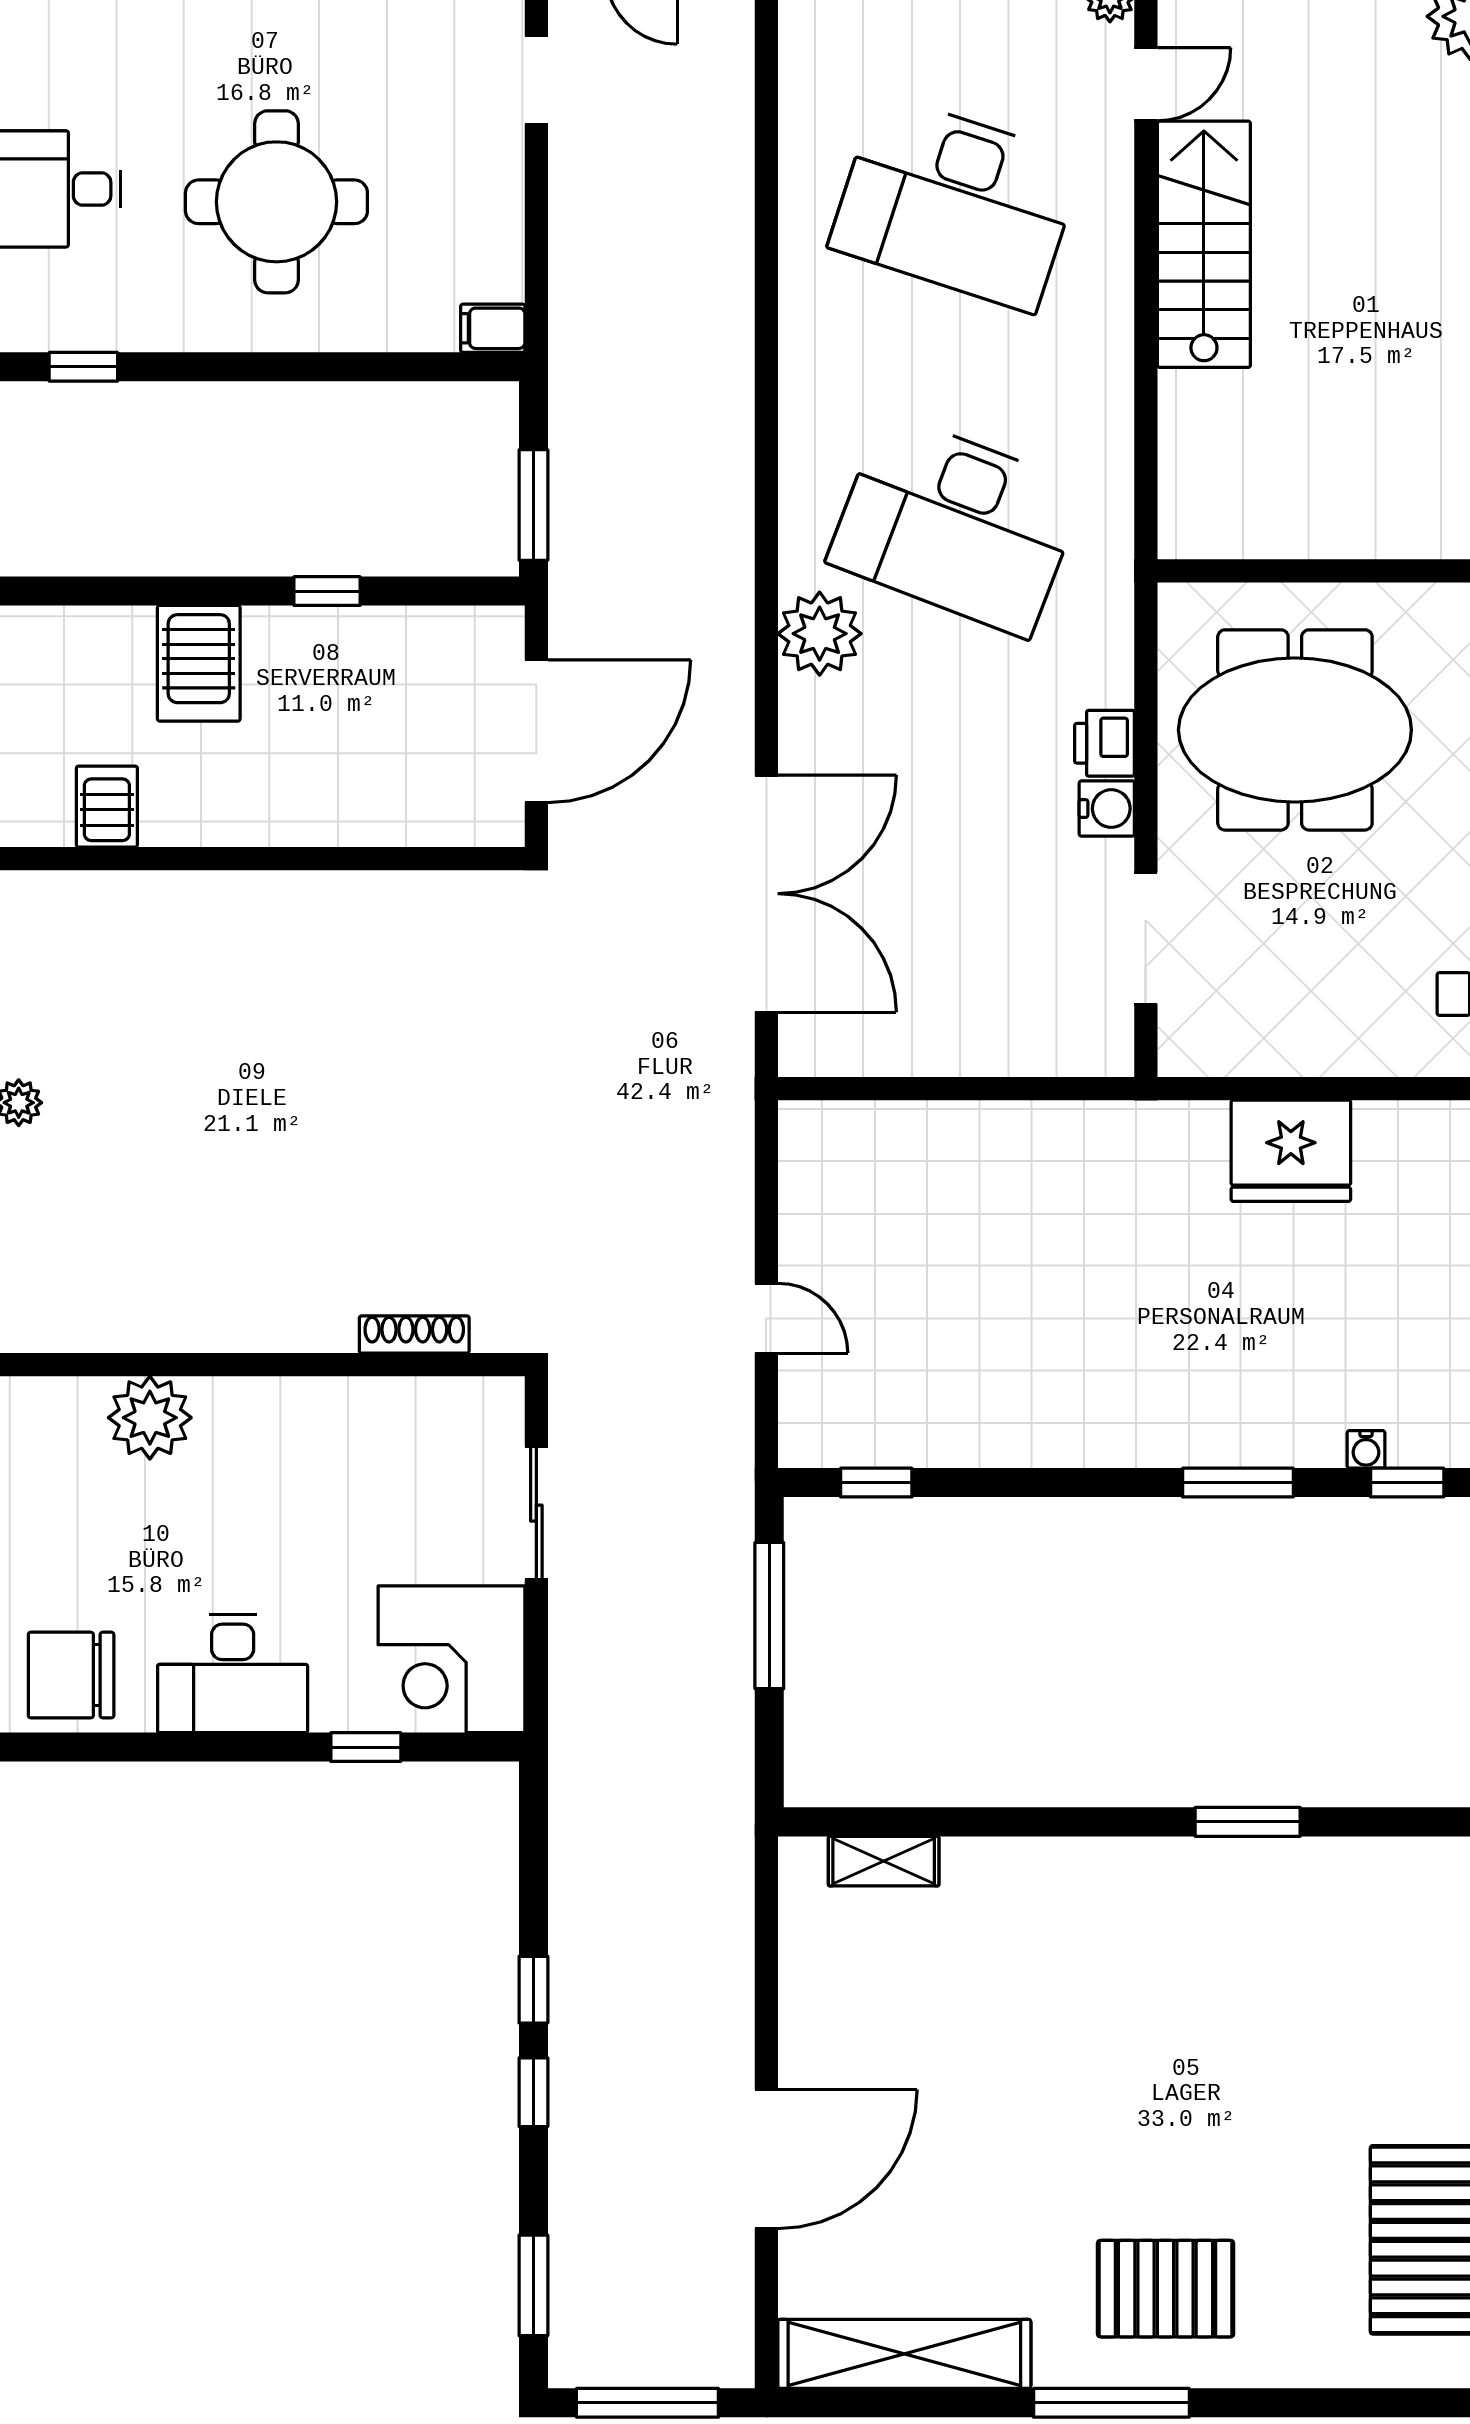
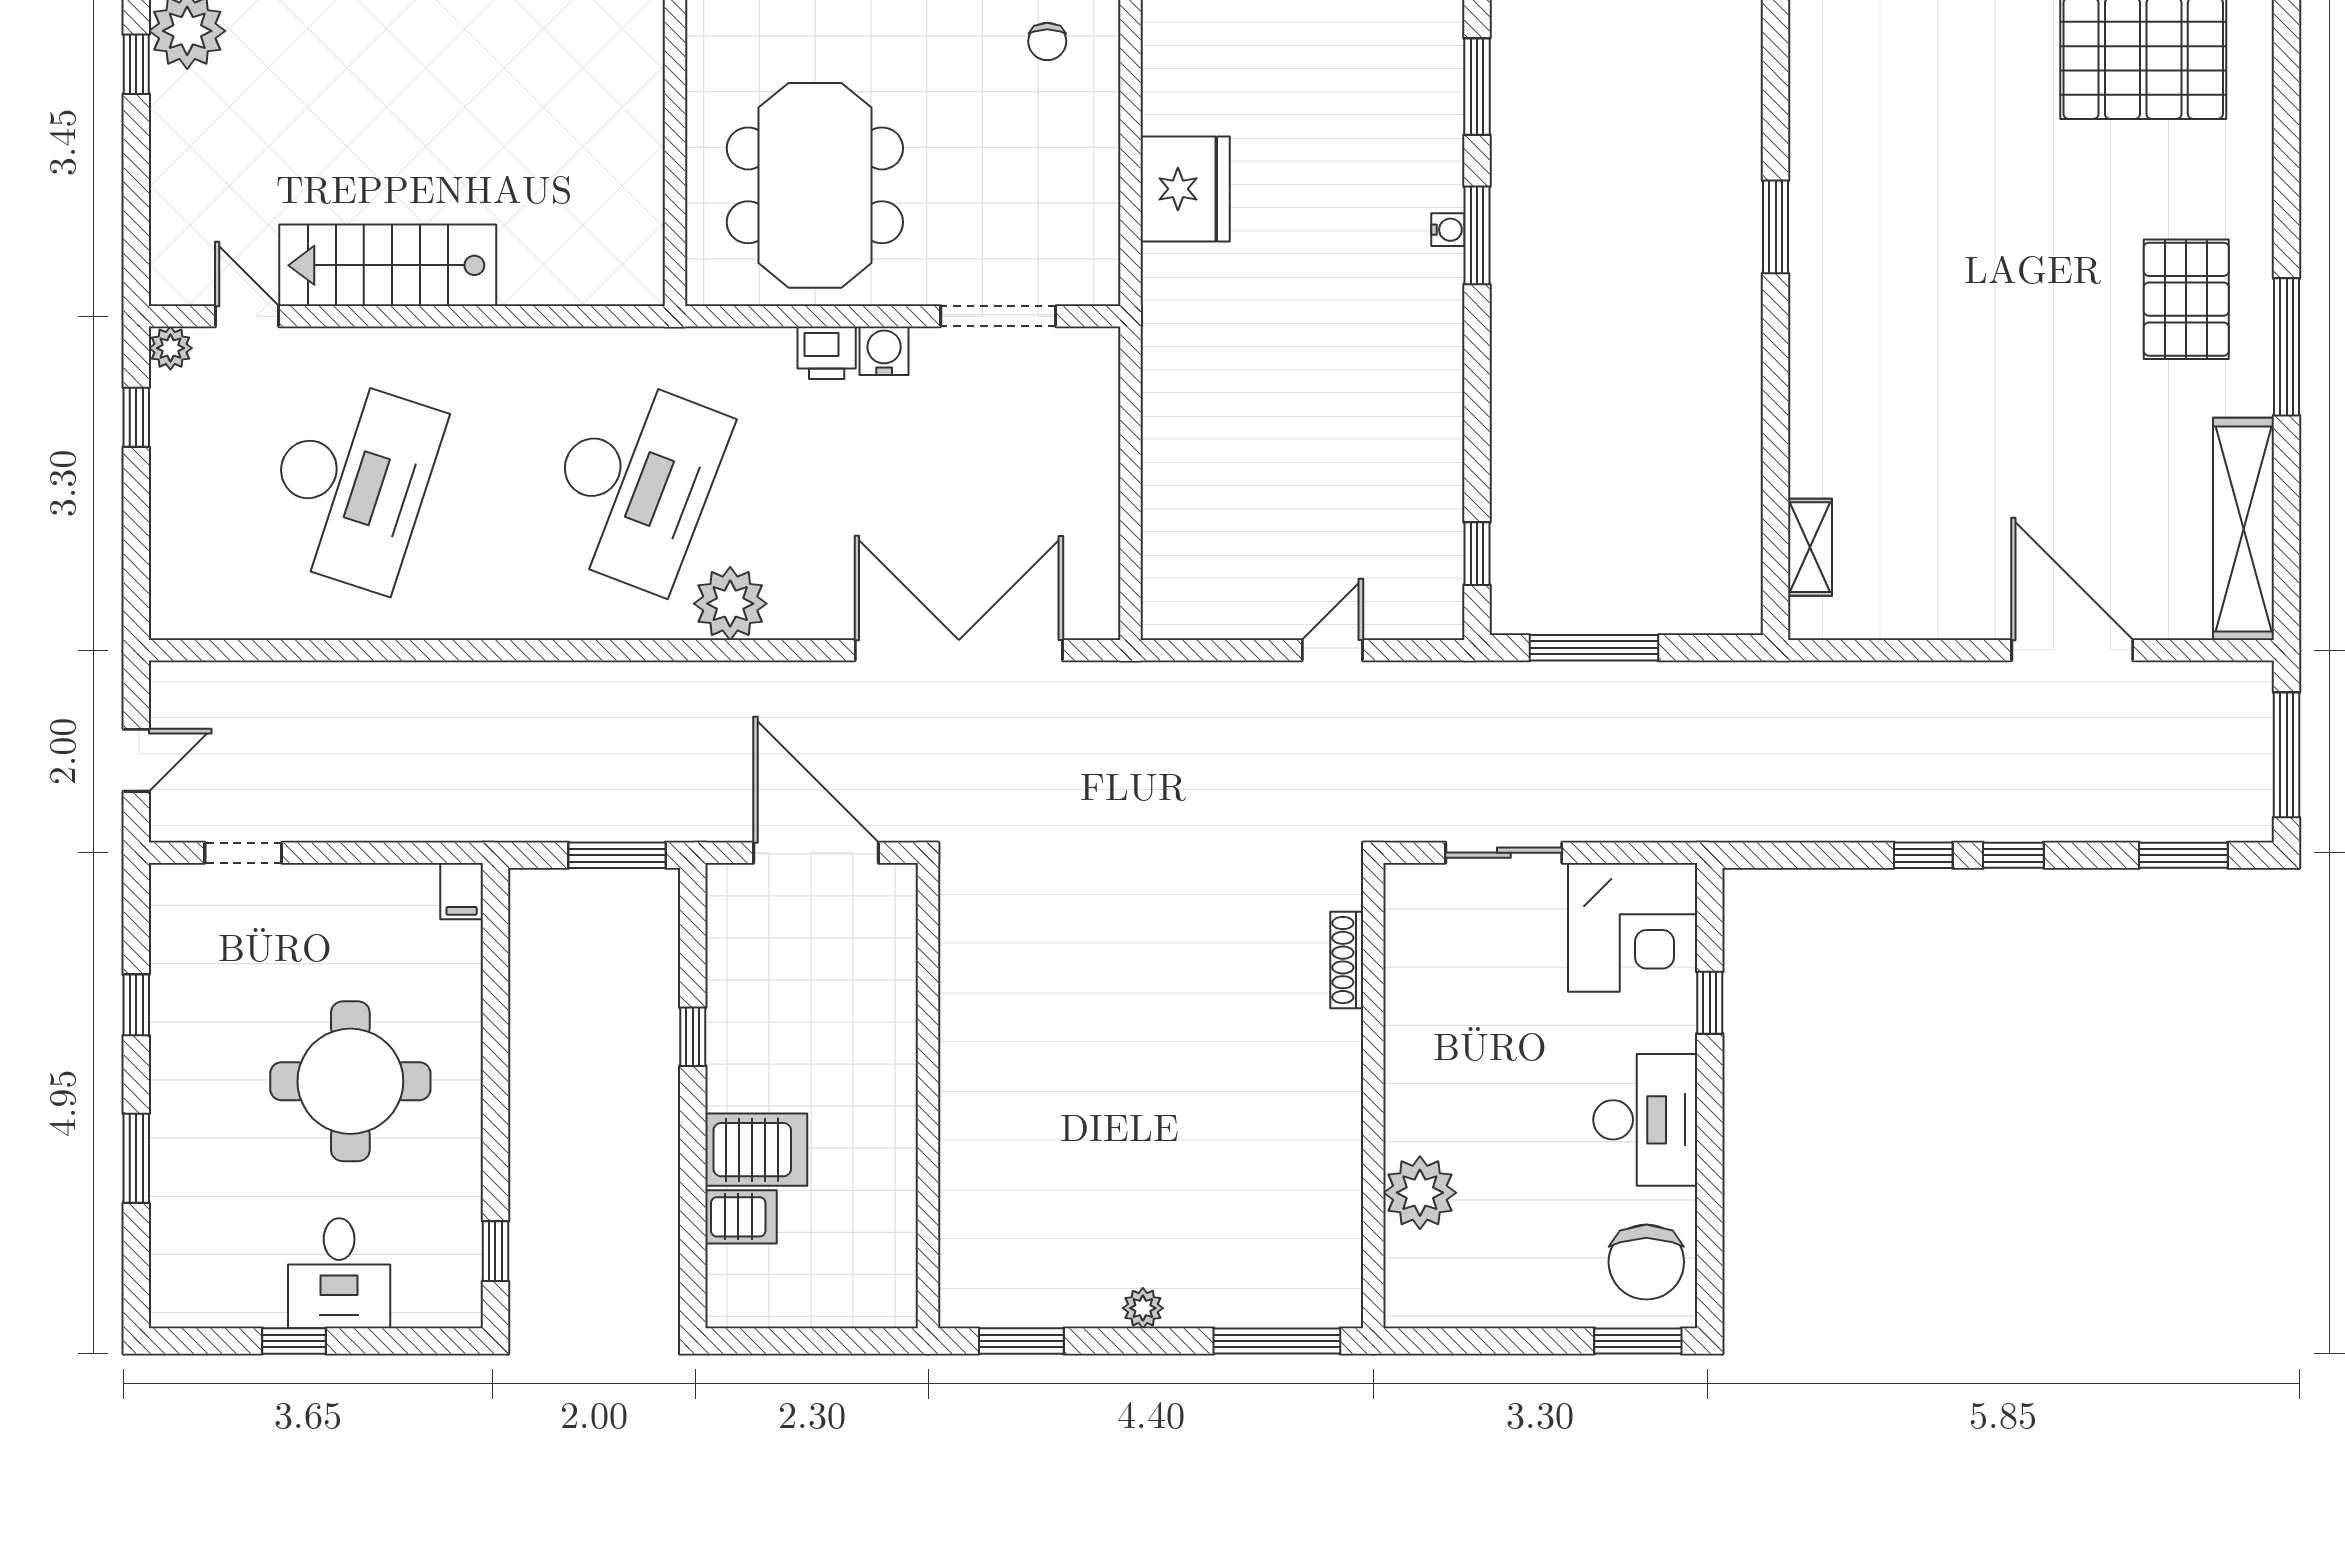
server rack: (107, 807) -> (741, 1217), moved, turned 180
water cooler: (1366, 1449) -> (1448, 230), moved
window: (1407, 1483) -> (1477, 87), width x1.50

